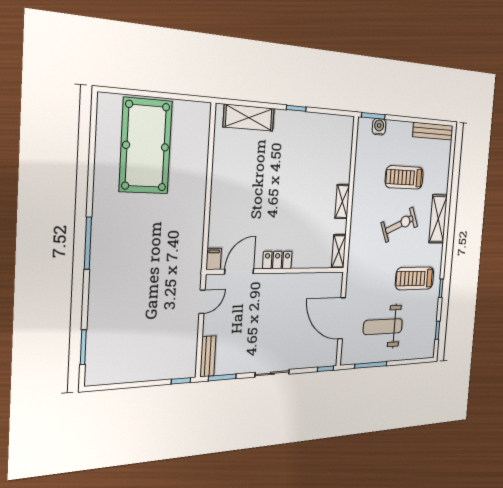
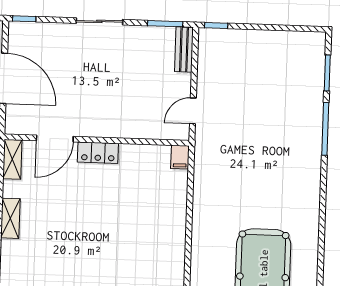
window: (88, 243) -> (325, 129), moved
door: (239, 272) -> (55, 139), moved

